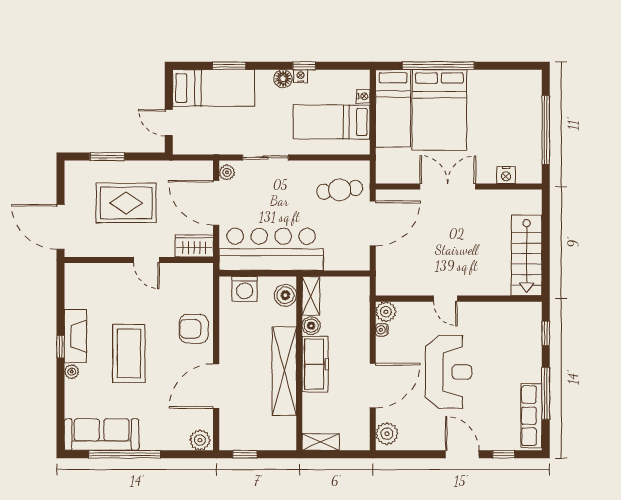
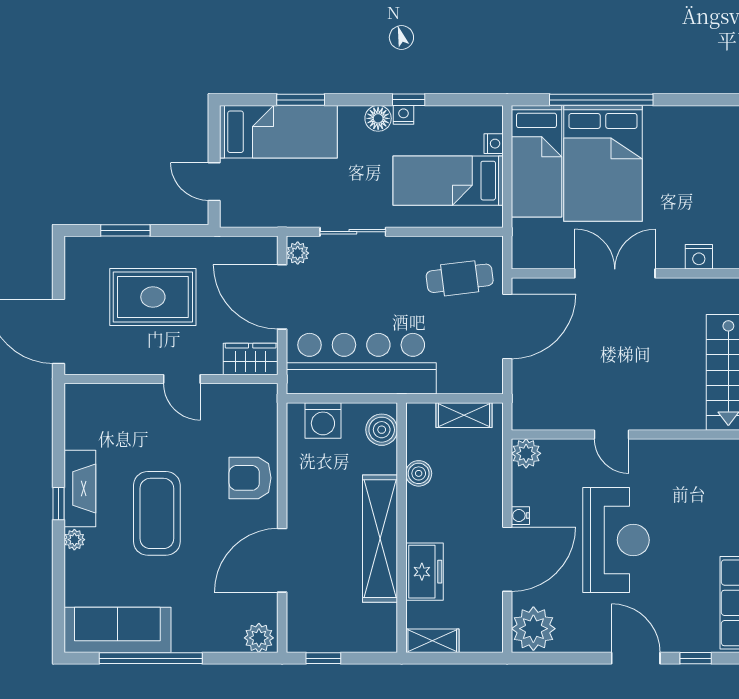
shelving: (311, 296) -> (464, 415), moved, turned 90
water cooler: (382, 330) -> (520, 516), moved
freezer: (315, 364) -> (424, 572), moved, width x0.71
plant: (387, 434) -> (533, 629), width x1.36, depth x1.36

